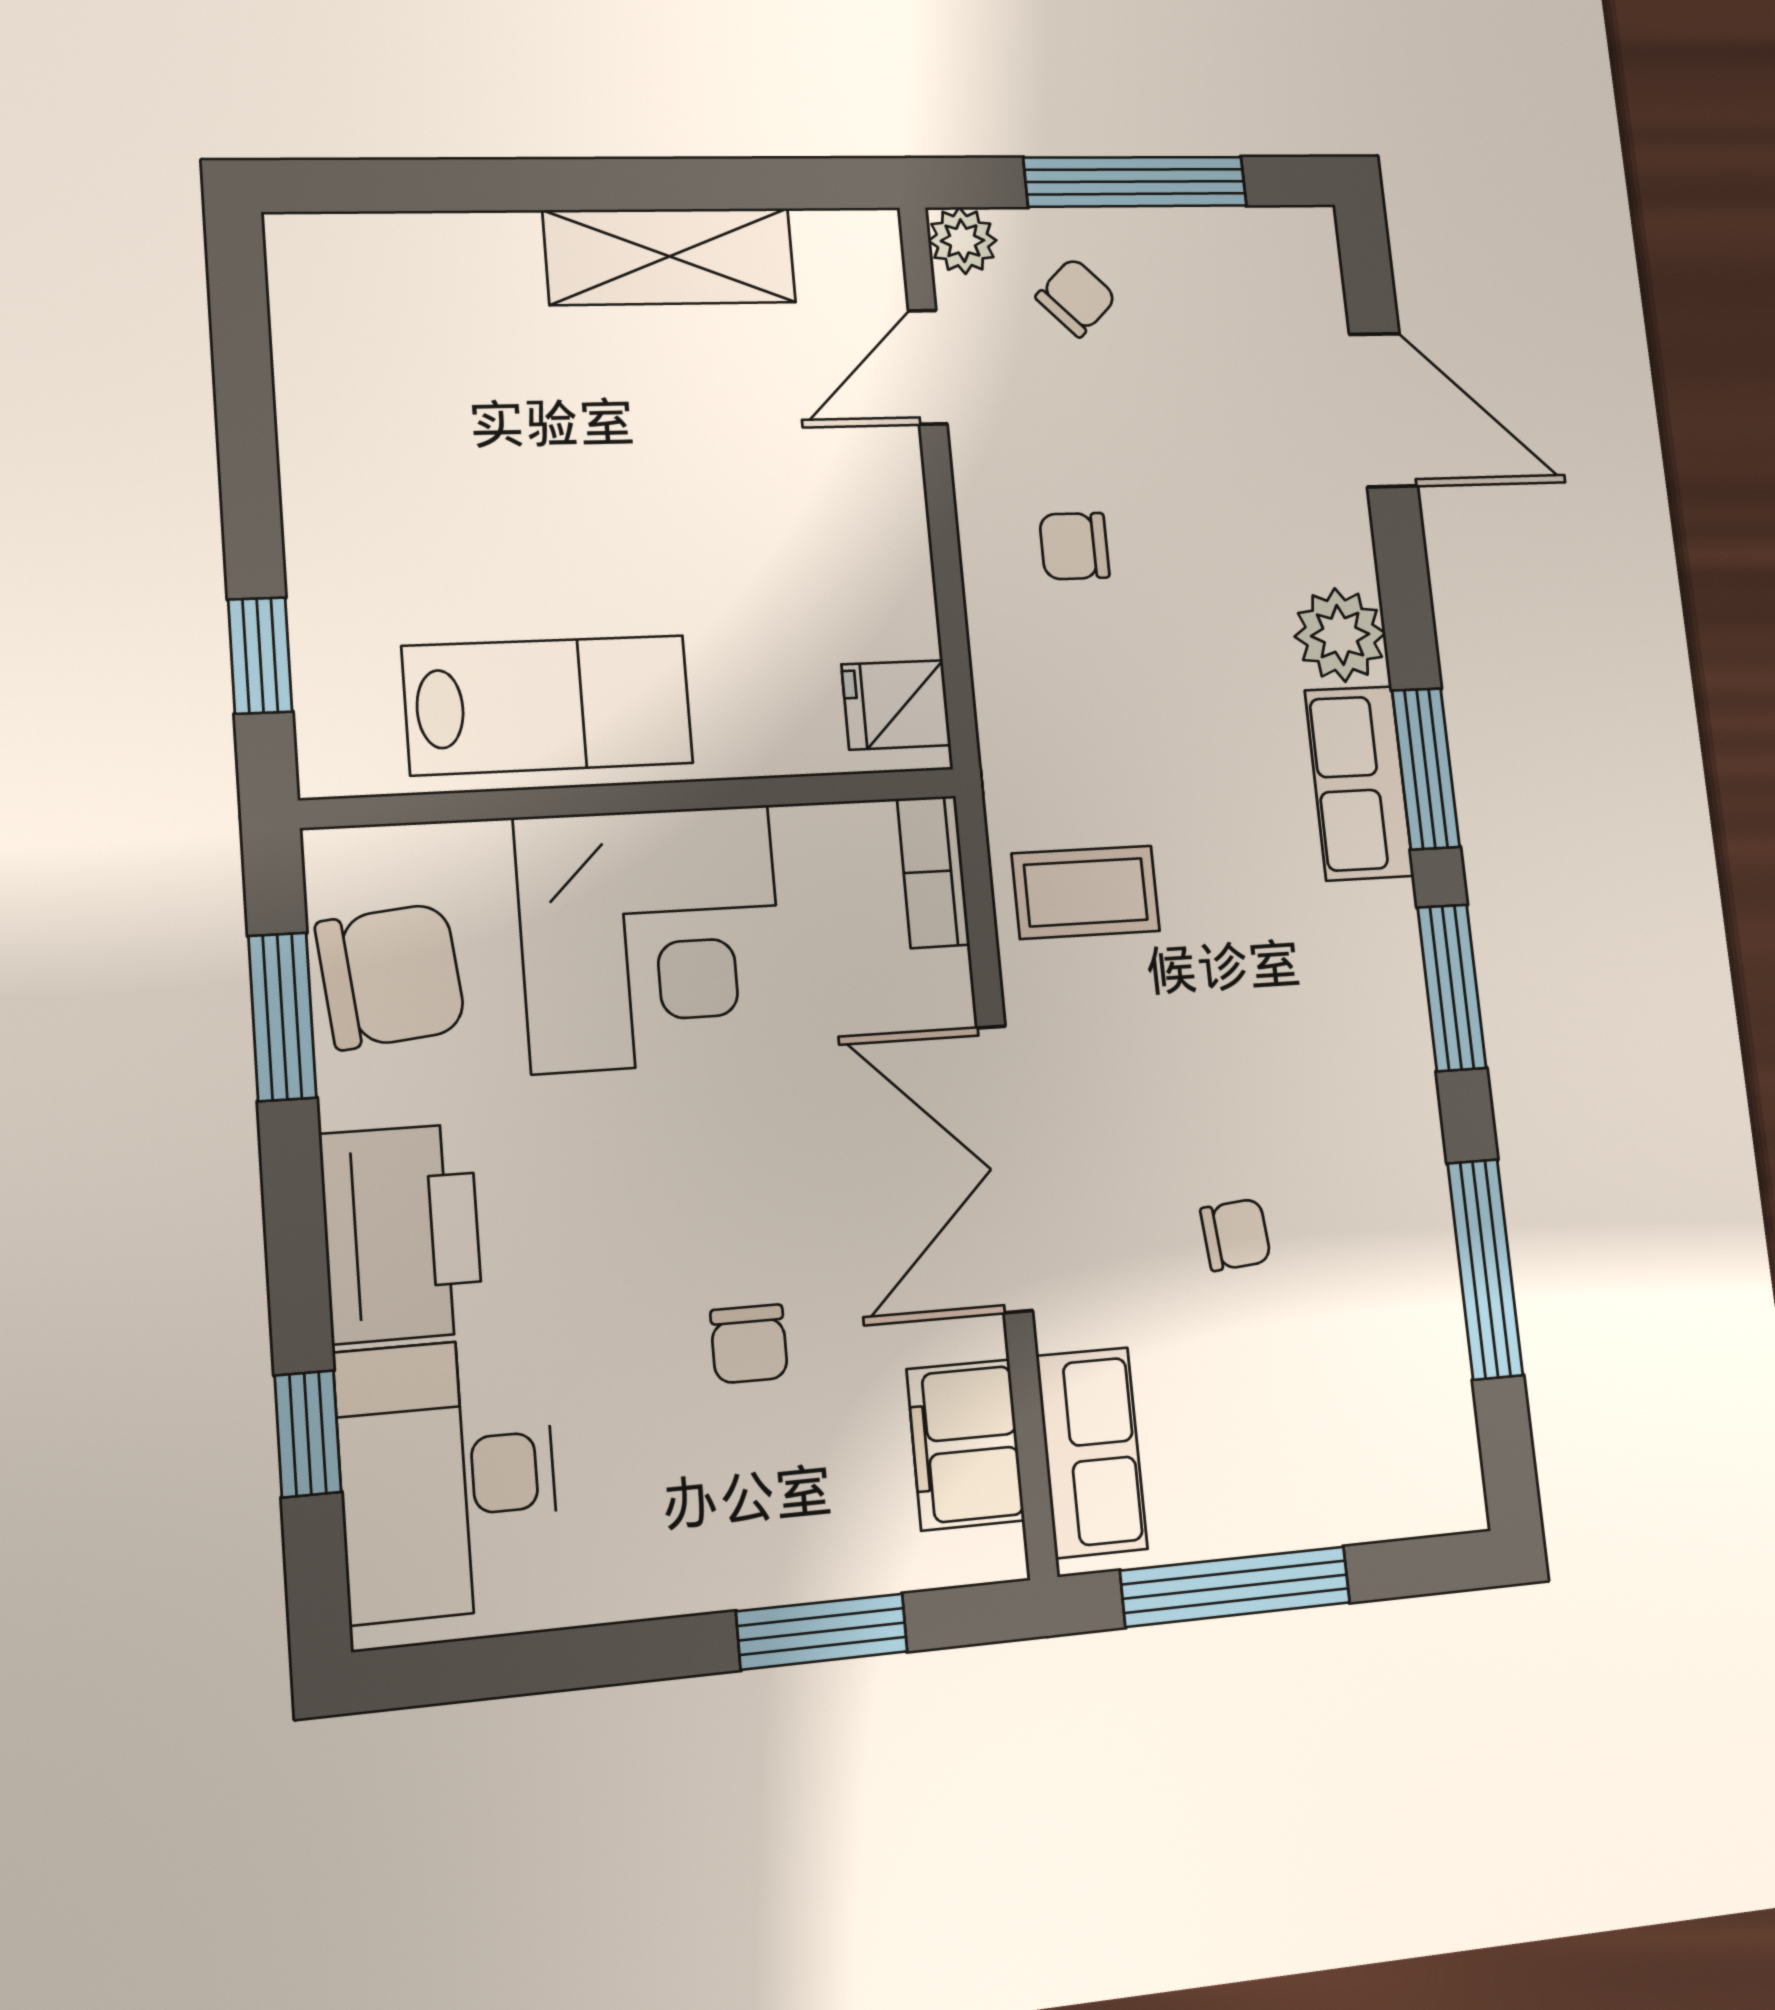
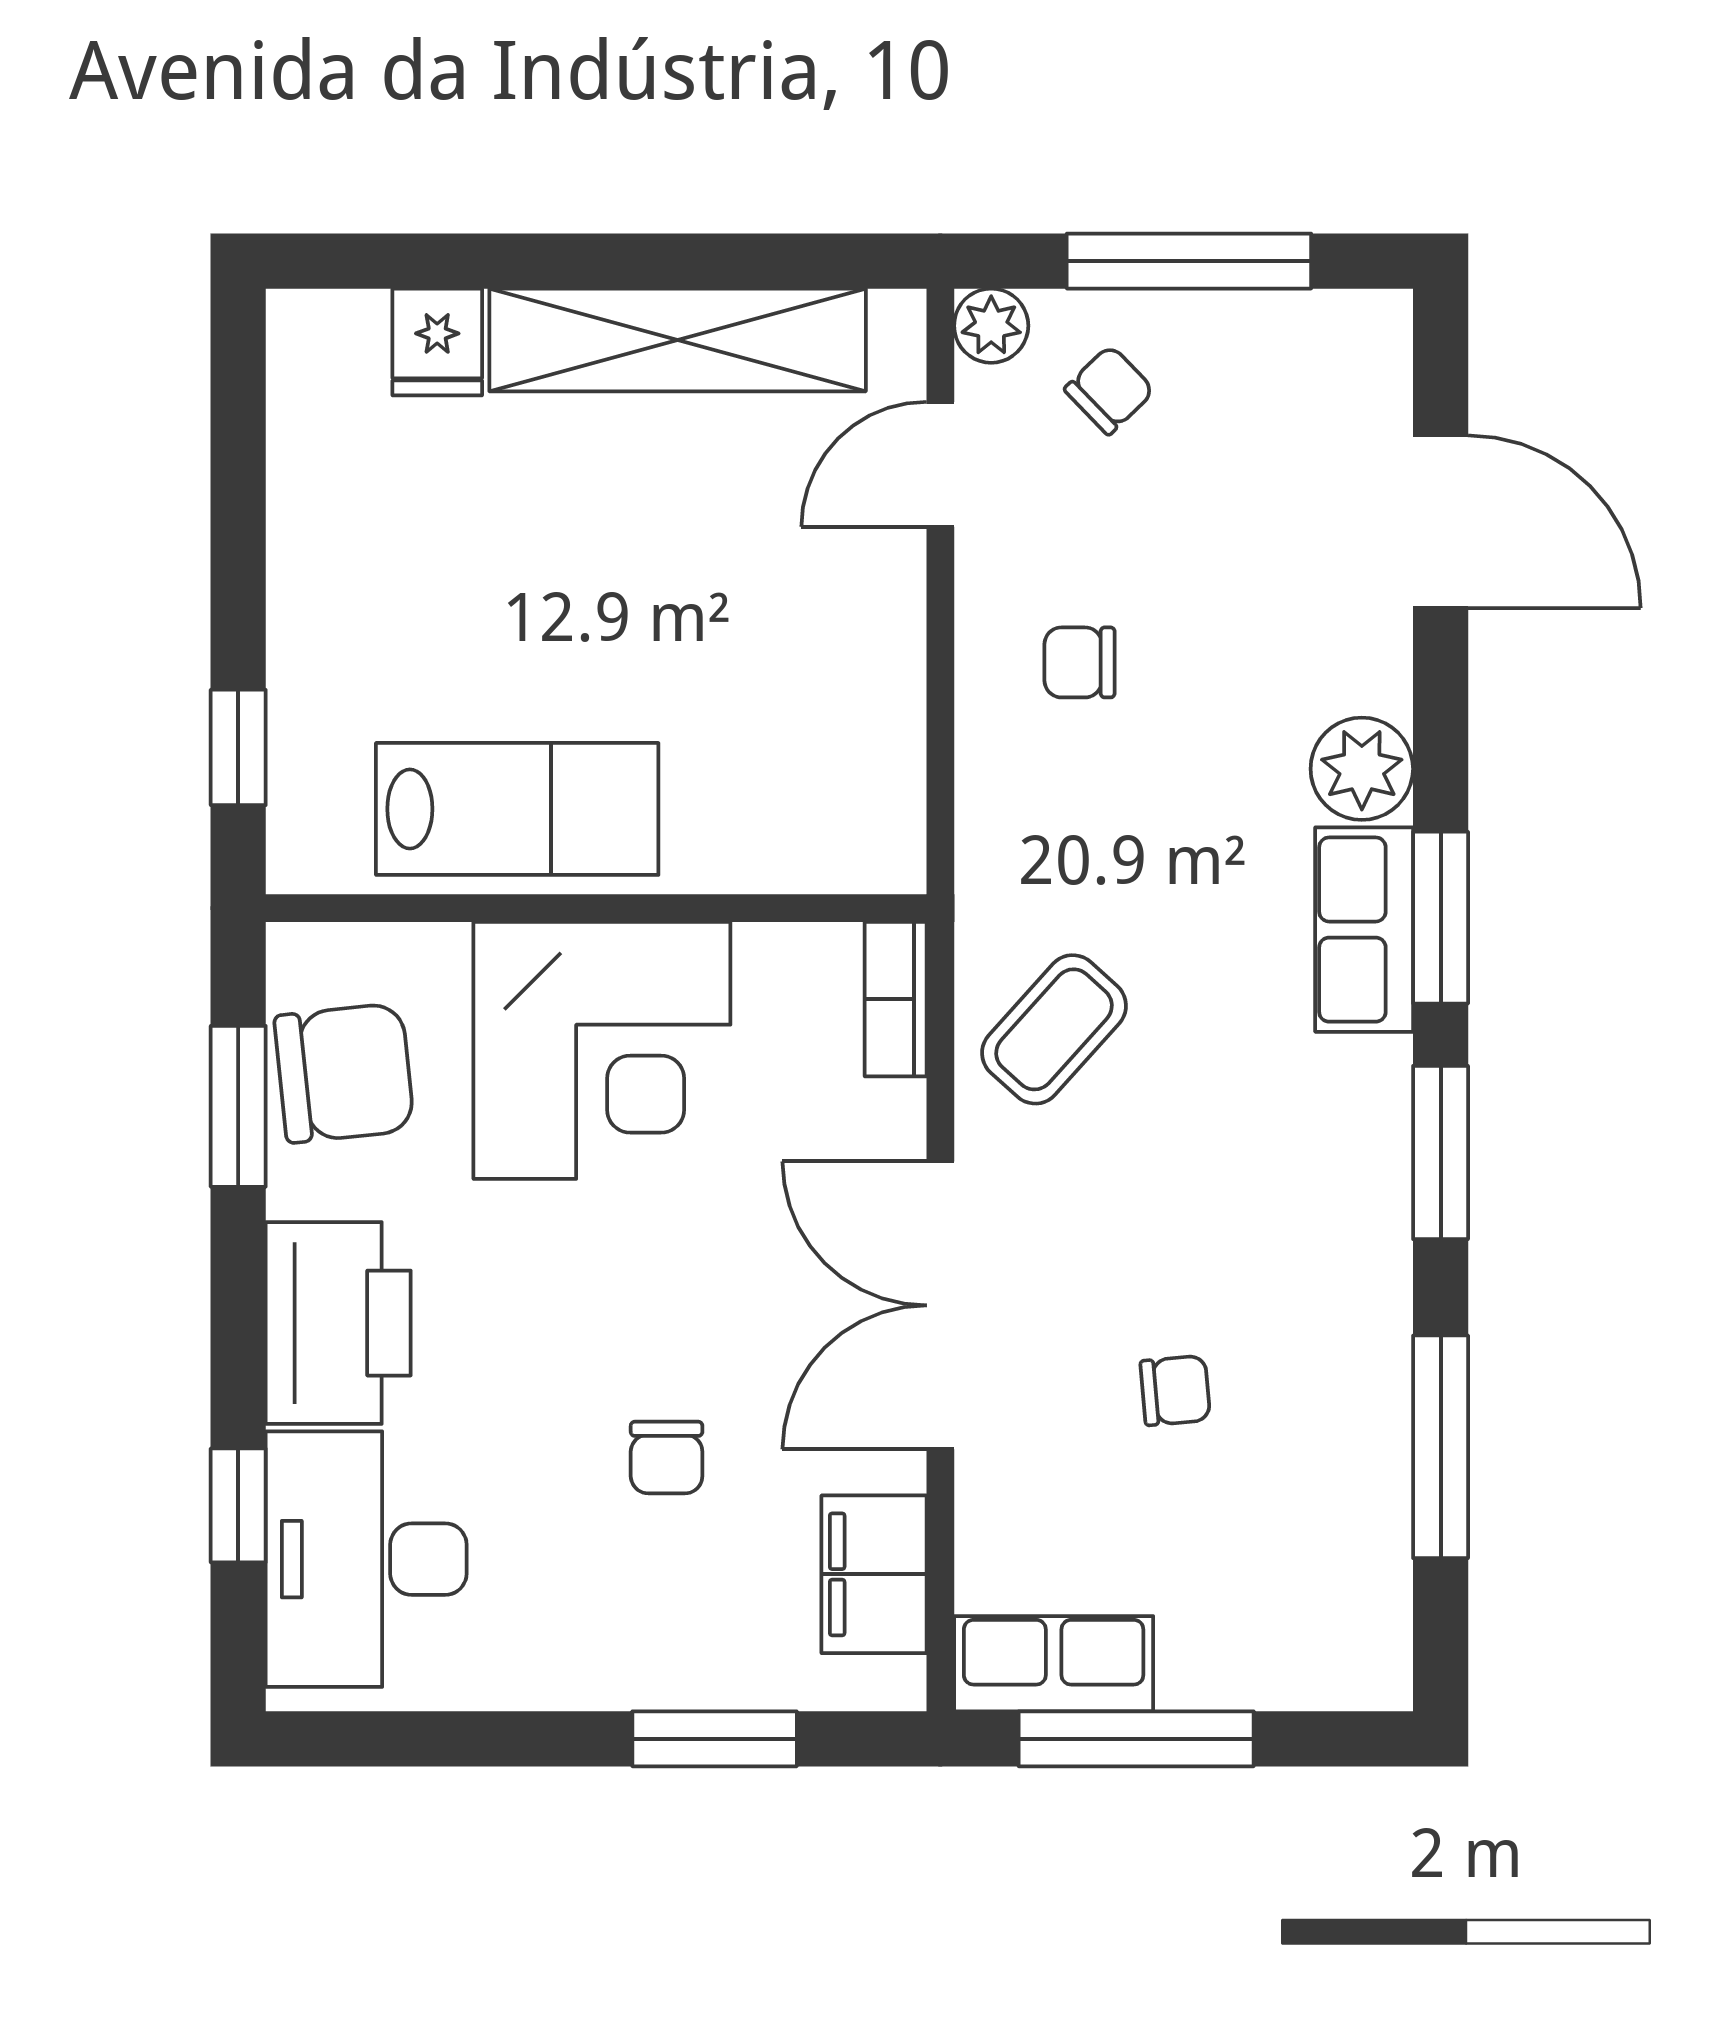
shelving: (670, 256) -> (678, 340), width x1.47
fridge: (896, 705) -> (437, 342), moved, turned -90
coffee table: (1086, 892) -> (1054, 1029), turned -48
row of seats: (1092, 1452) -> (1054, 1664), moved, turned -90

